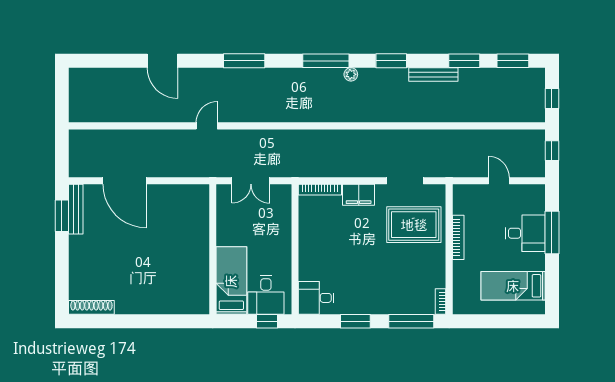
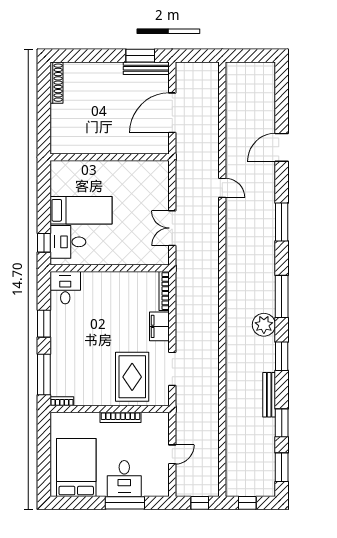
plant: (351, 74) -> (264, 325), width x1.88, depth x1.88
wall: (213, 249) -> (110, 157), moved
bed: (513, 286) -> (76, 468), width x1.50

